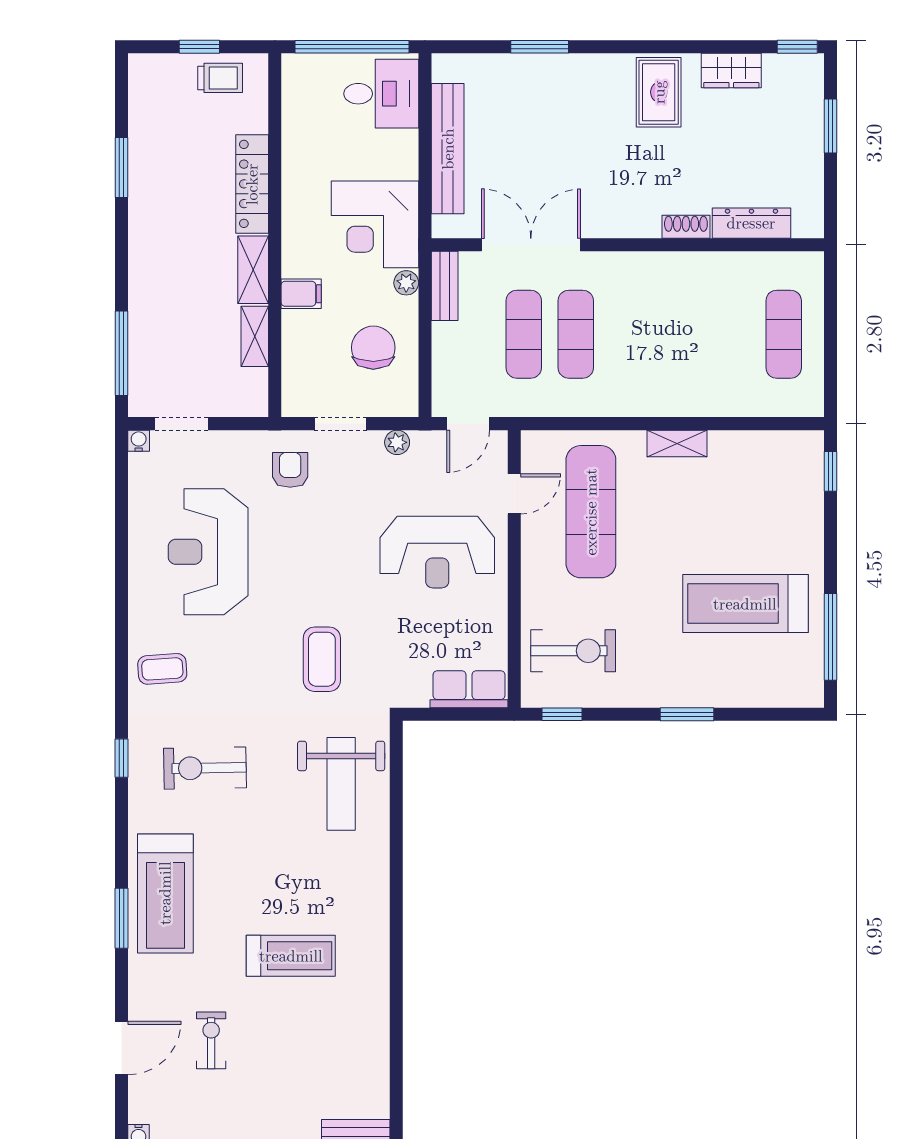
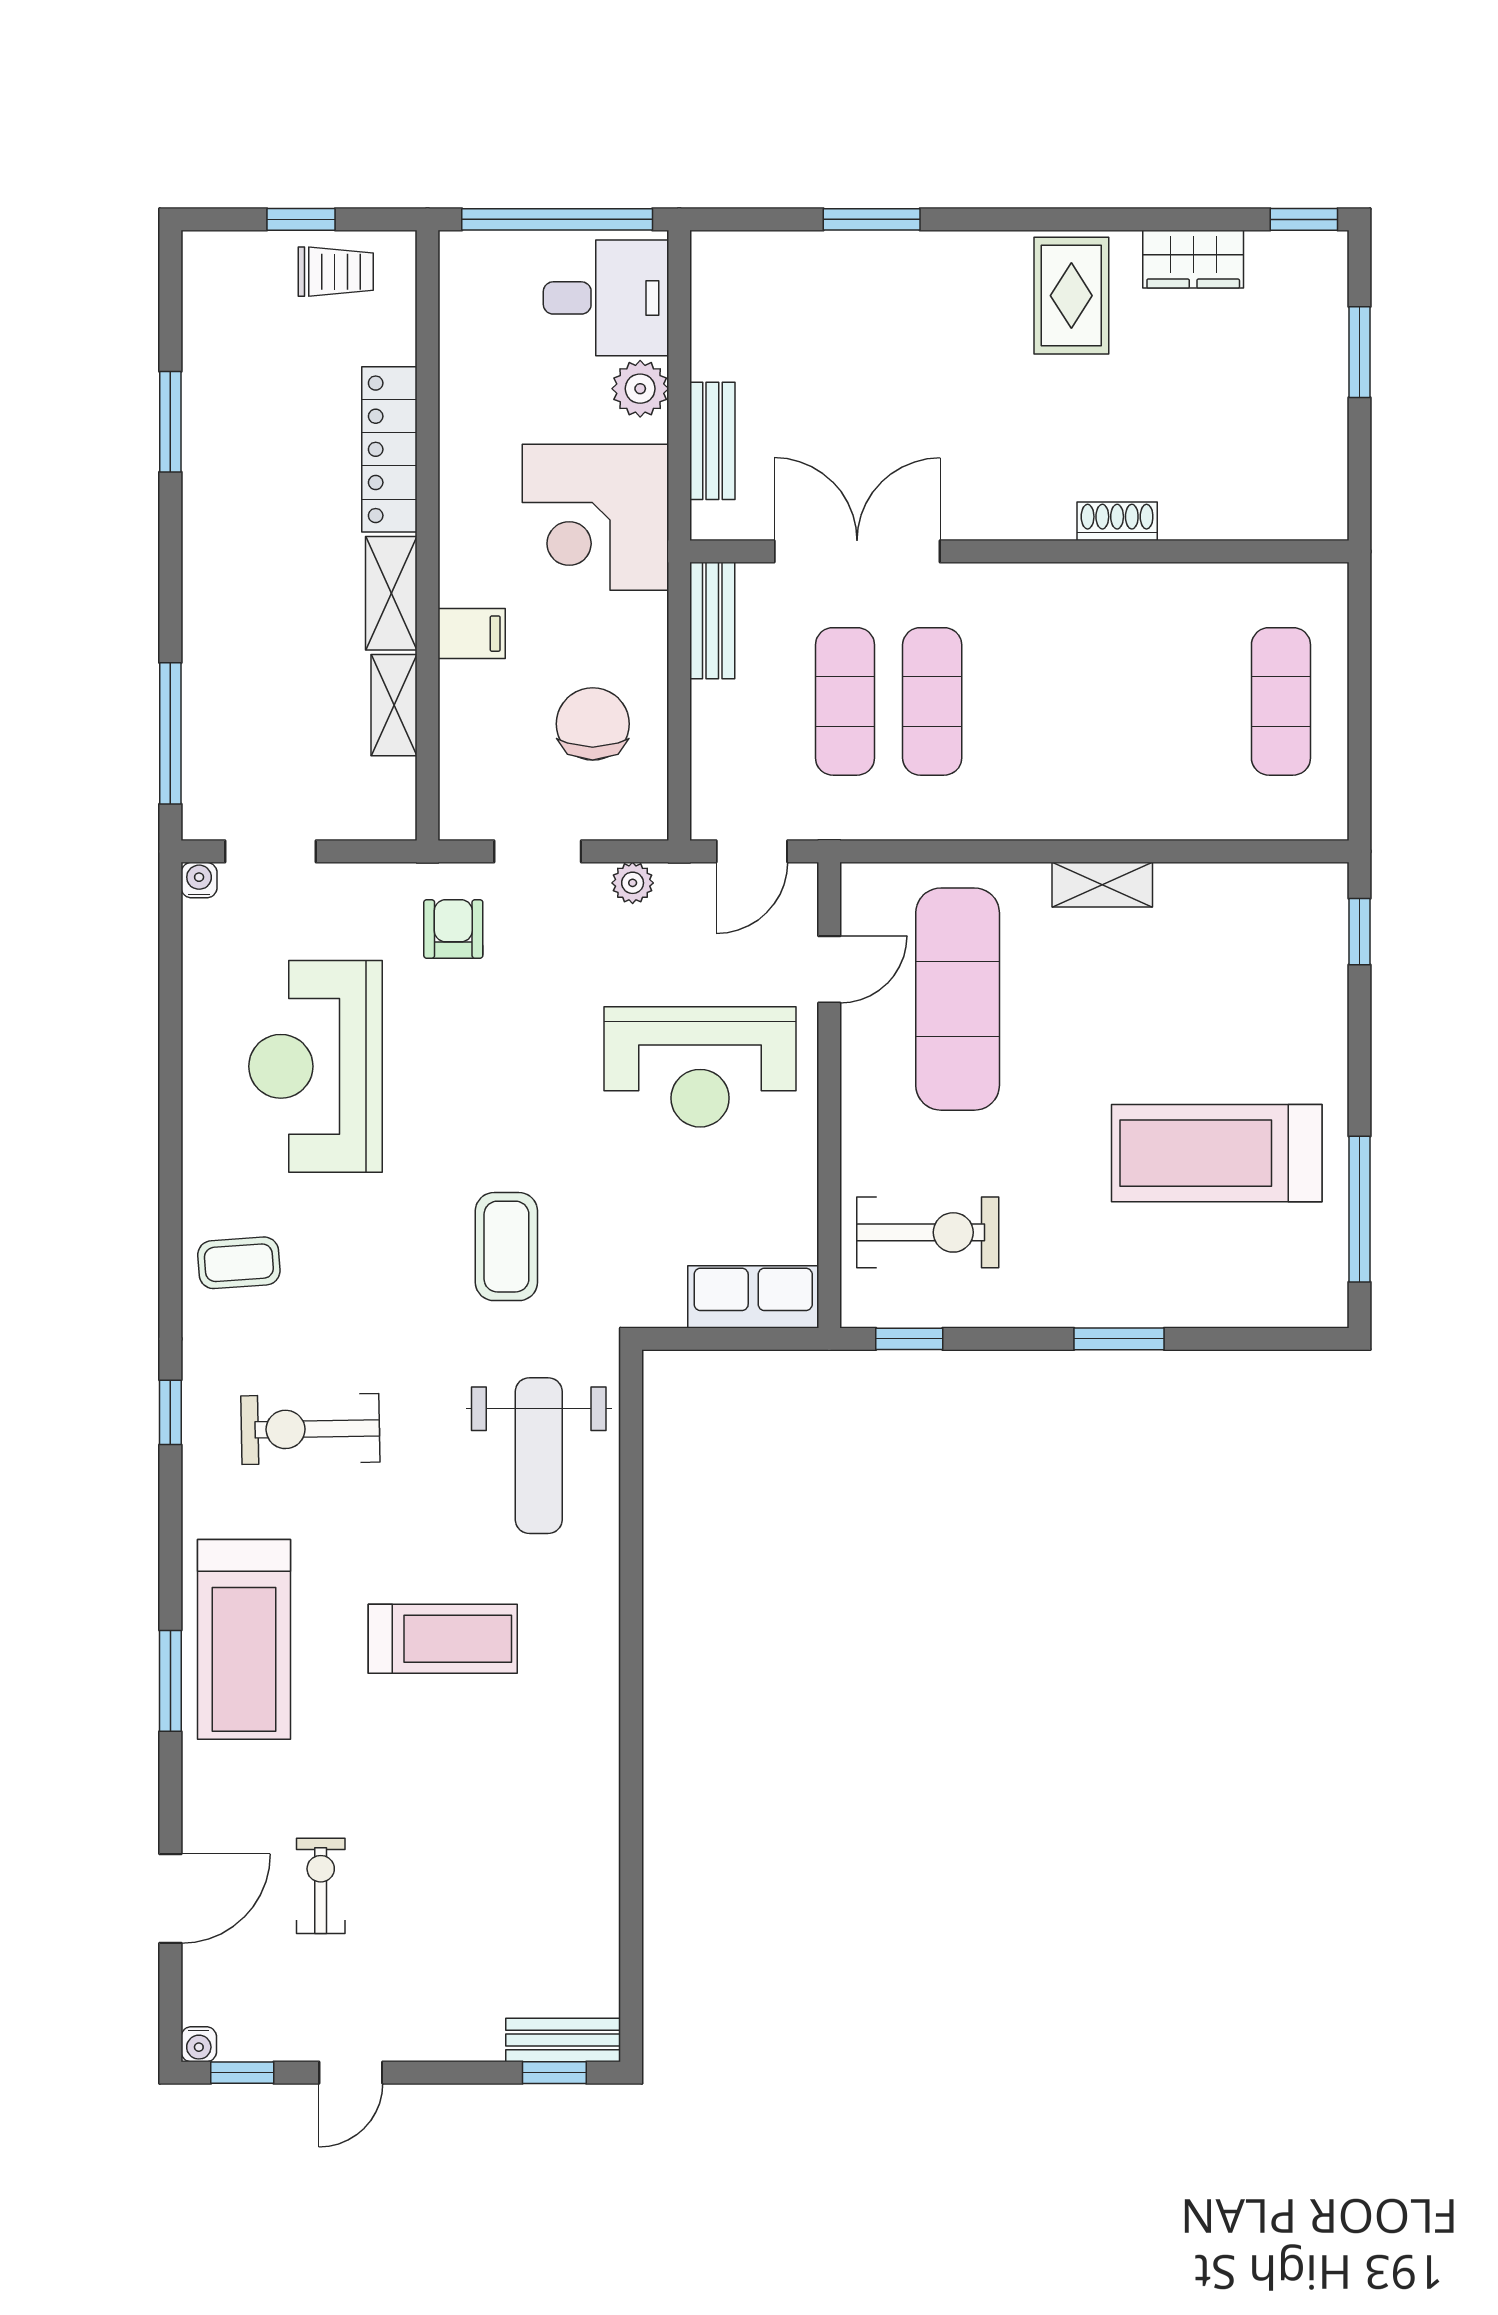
bench: (448, 149) -> (712, 441), width x0.54, depth x0.82
dresser: (751, 223) -> (1227, 515), removed
plant: (406, 283) -> (640, 389), moved, width x1.38, depth x1.38
treadmill: (291, 956) -> (443, 1639), moved

